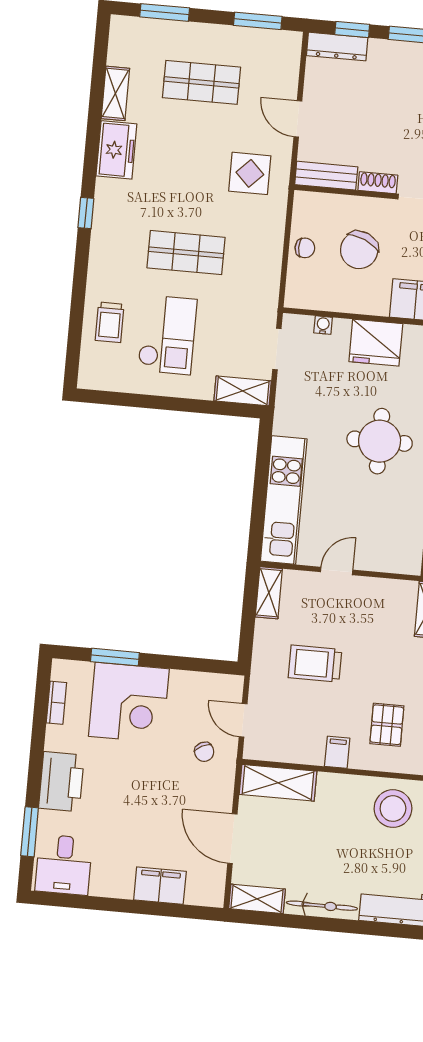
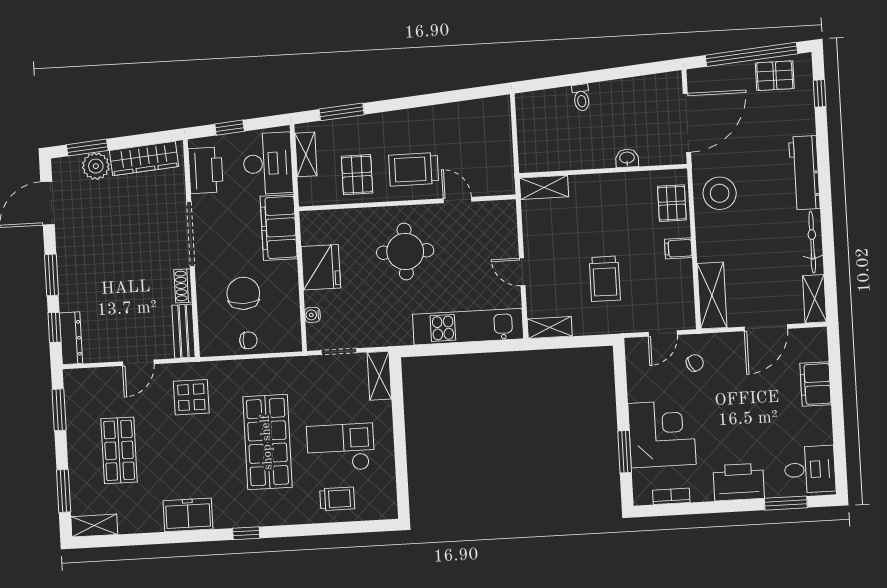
shelving: (115, 93) -> (94, 526), moved
chair: (305, 248) -> (248, 340), turned 90
chair: (359, 250) -> (243, 293), turned -114
shop shelf: (186, 253) -> (267, 442), width x1.43, depth x1.36
pallet: (387, 725) -> (672, 203), moved, turned 90

